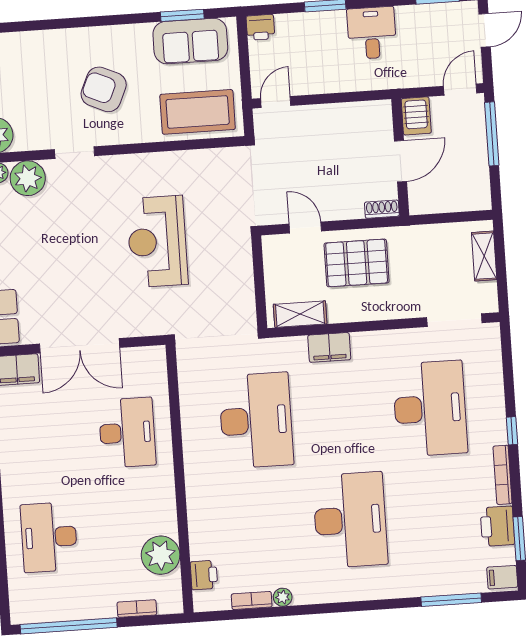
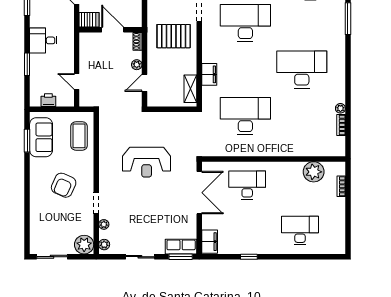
printer: (260, 27) -> (48, 100), moved, turned -90
door: (276, 102) -> (77, 82), moved
coffee table: (198, 112) -> (79, 136), width x0.73, depth x0.76
plant: (28, 178) -> (104, 224), width x0.53, depth x0.53
plant: (338, 211) -> (137, 65), added
pallet: (357, 263) -> (174, 36), moved, turned 90
double door: (80, 346) -> (199, 193), moved
desk: (49, 537) -> (300, 230), turned 180
printer: (204, 575) -> (326, 149), removed
window: (69, 626) -> (348, 223), removed

